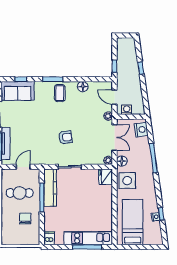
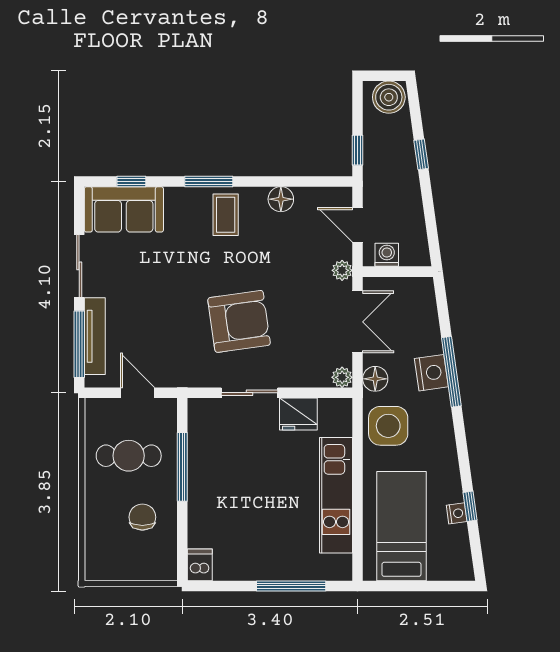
boiler: (127, 44) -> (389, 97), added
nightstand: (141, 130) -> (431, 373), moved
armchair: (65, 137) -> (239, 321), width x1.88, depth x1.88
door: (23, 167) -> (137, 393), hinge flipped
fridge: (106, 177) -> (298, 414), moved, turned -90
kitchen counter: (50, 188) -> (202, 443), removed
kitchen unit: (88, 238) -> (336, 495), moved, turned -90

